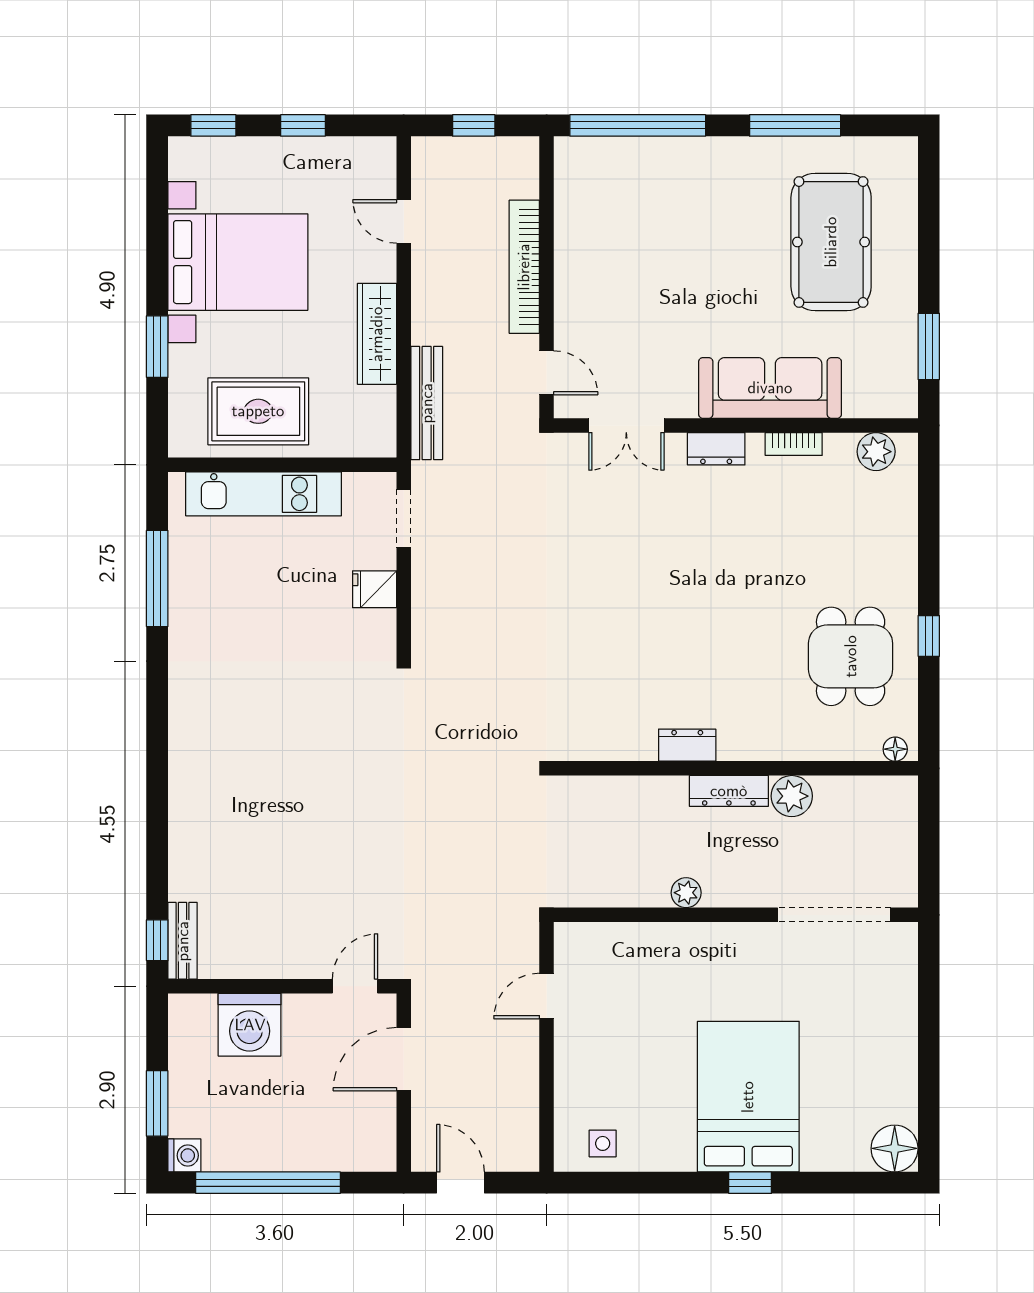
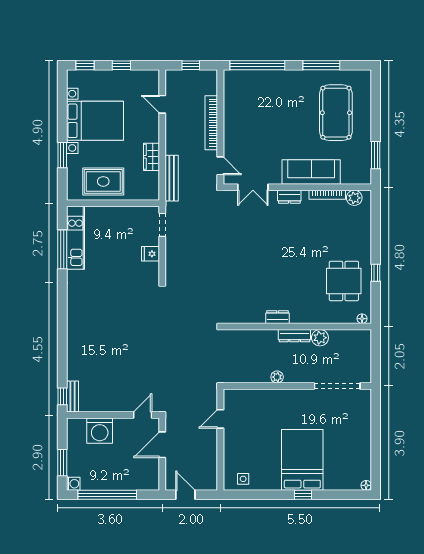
wardrobe: (377, 334) -> (151, 157), width x0.67
bookcase: (794, 444) -> (327, 195), width x1.56
kitchen unit: (264, 494) -> (75, 238), moved, turned -90
floor lamp: (895, 1148) -> (366, 485), width x0.53, depth x0.53

